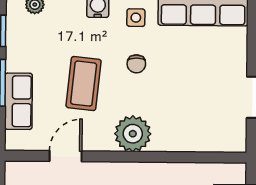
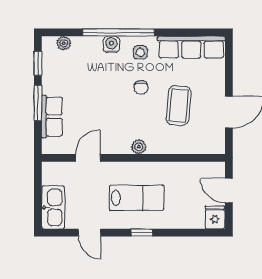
coffee table: (84, 84) -> (179, 105), moved
plant: (133, 134) -> (139, 147), width x0.53, depth x0.53

